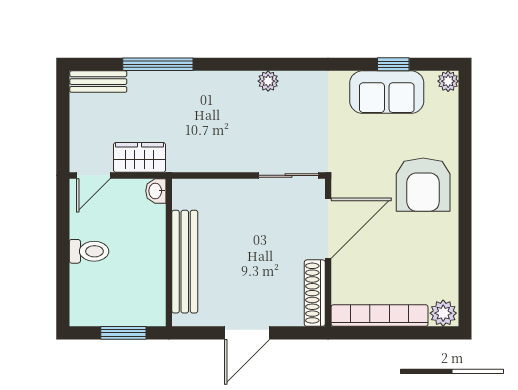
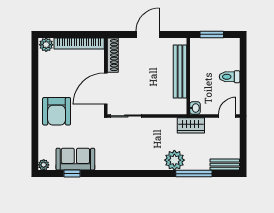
plant: (268, 81) -> (174, 160), moved, width x1.88, depth x1.88
wardrobe: (140, 157) -> (191, 125), moved
armchair: (423, 185) -> (57, 111), turned 180

